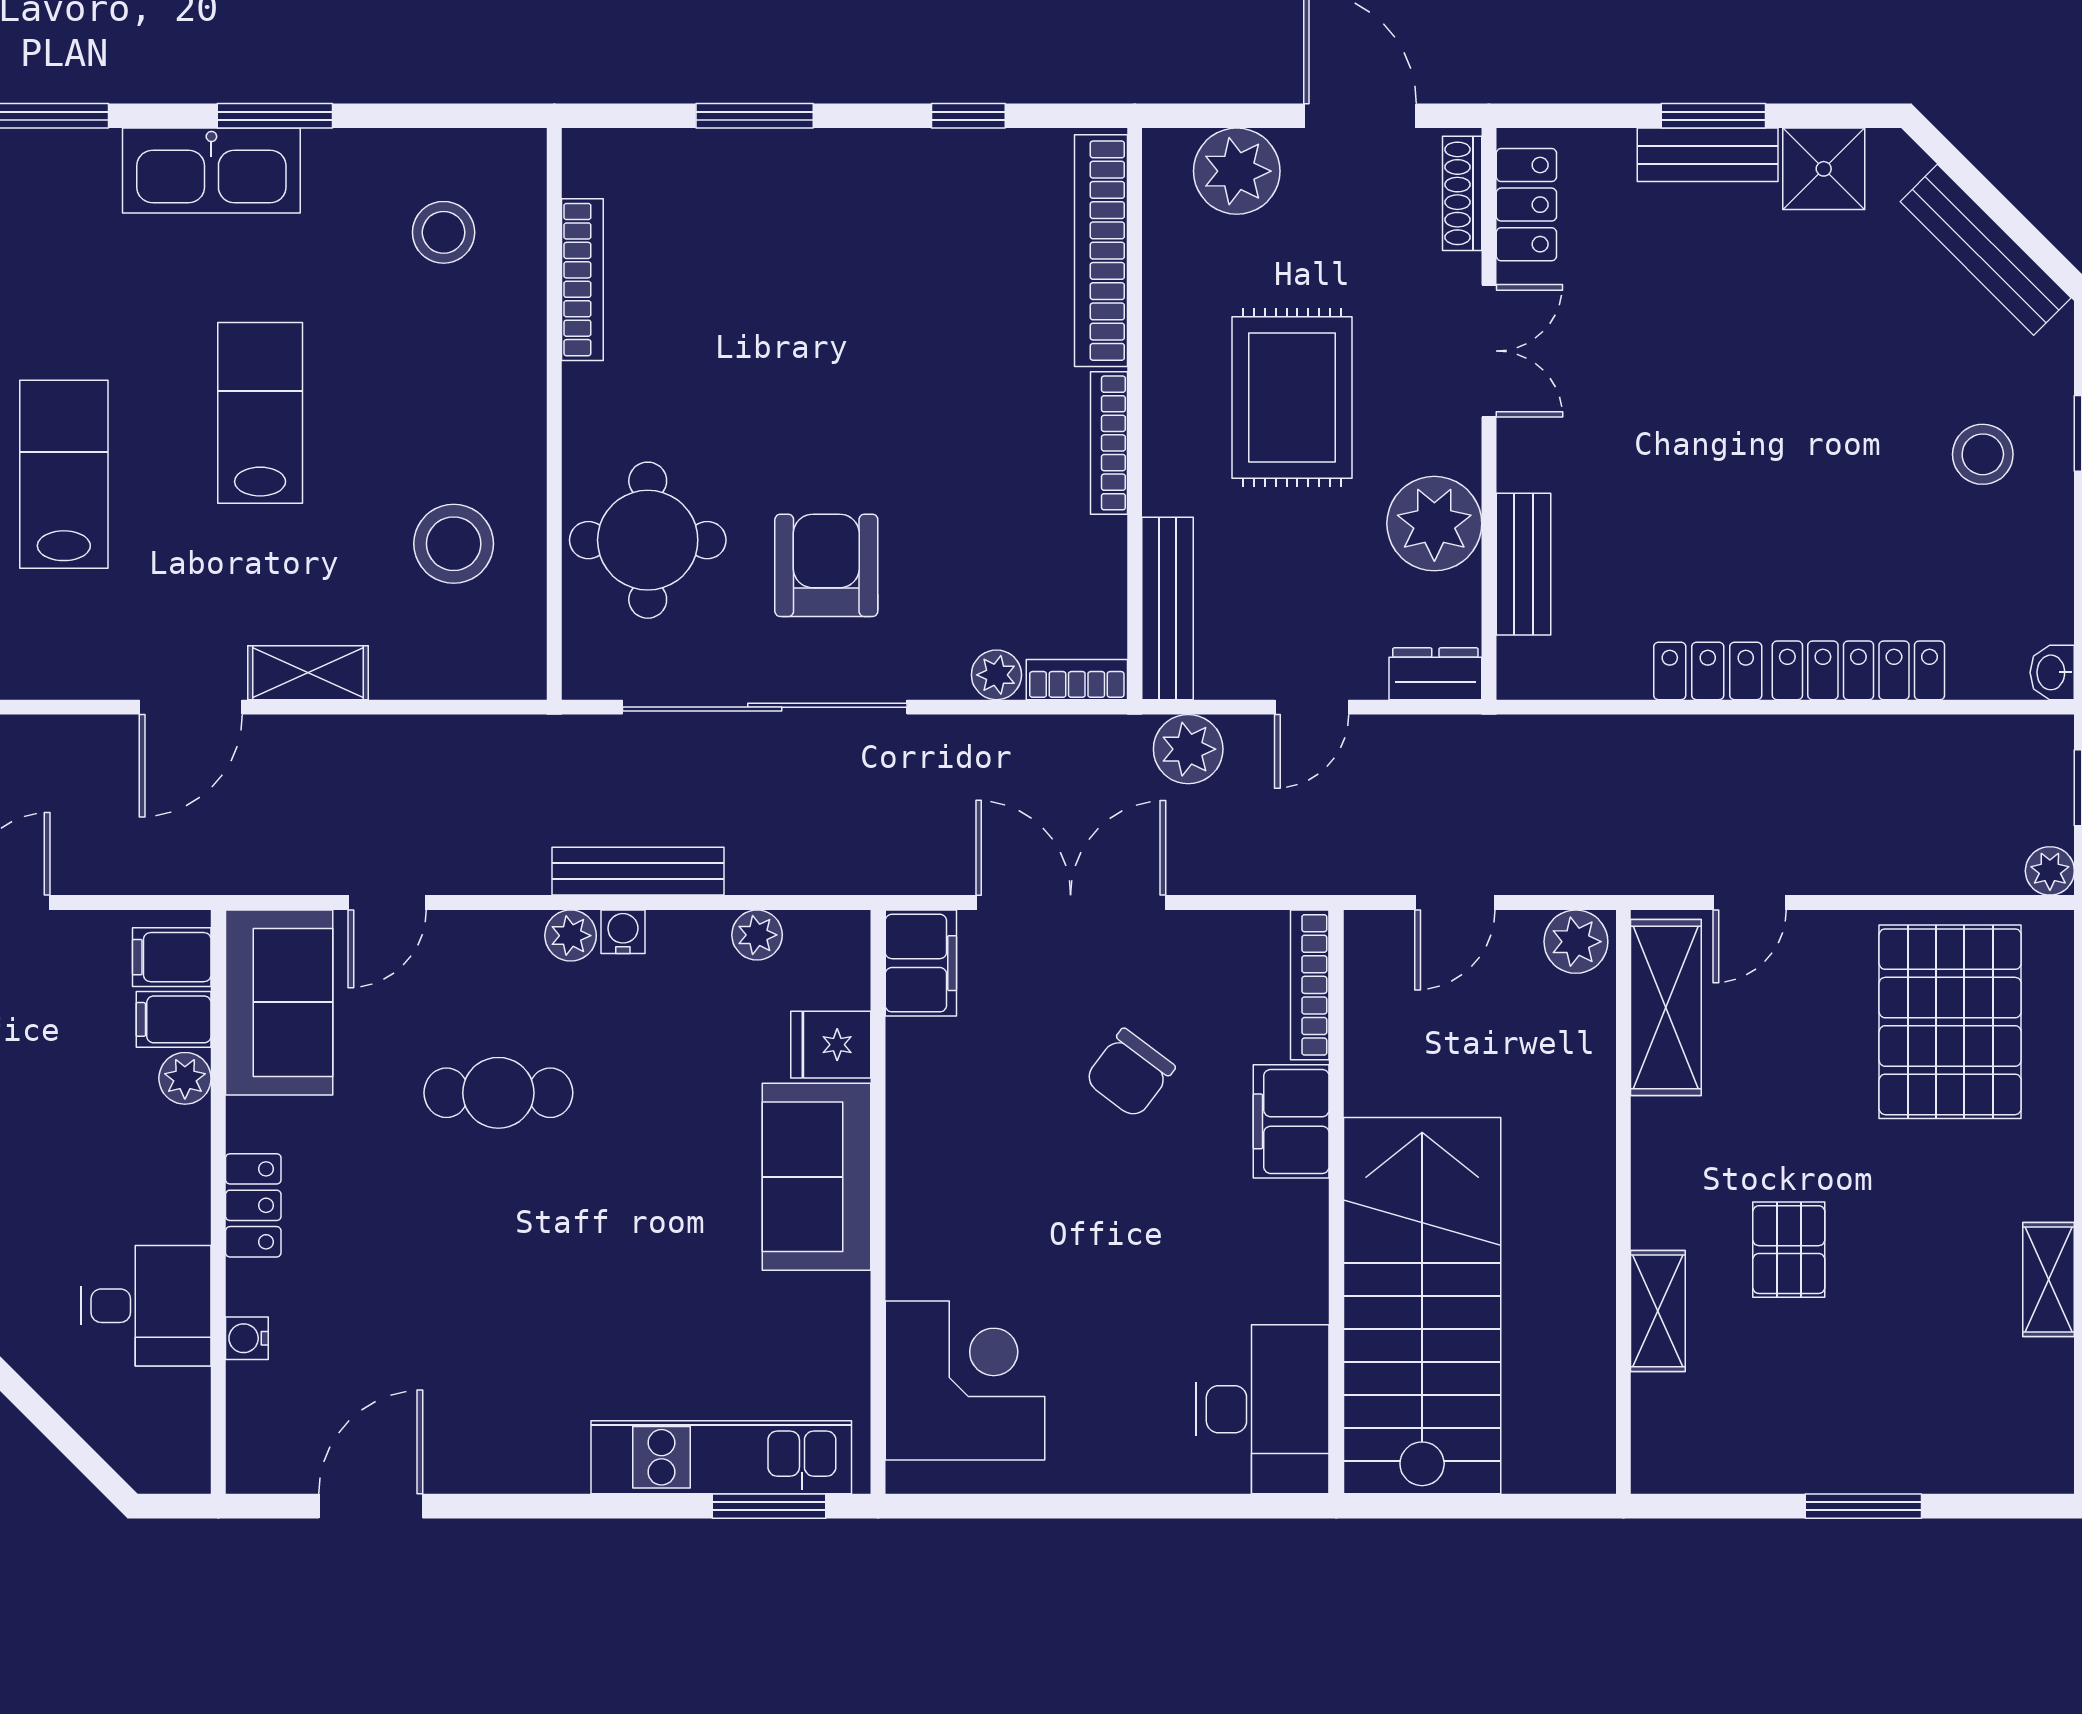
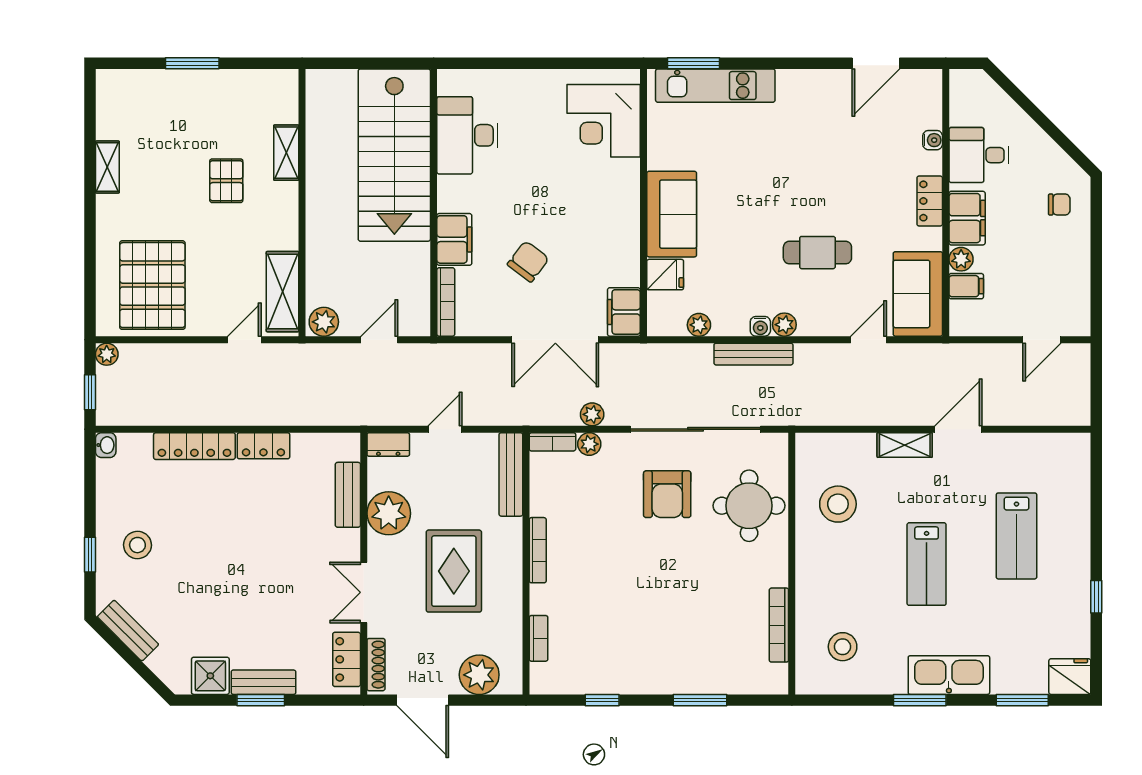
bench: (1986, 250) -> (128, 631), width x0.73
bookcase: (1101, 251) -> (539, 638), width x0.43, depth x0.76
plant: (1188, 749) -> (592, 414), moved, width x0.73, depth x0.73
filing cabinet: (172, 957) -> (967, 218), moved, width x2.00
desk: (1262, 1409) -> (467, 135), moved

